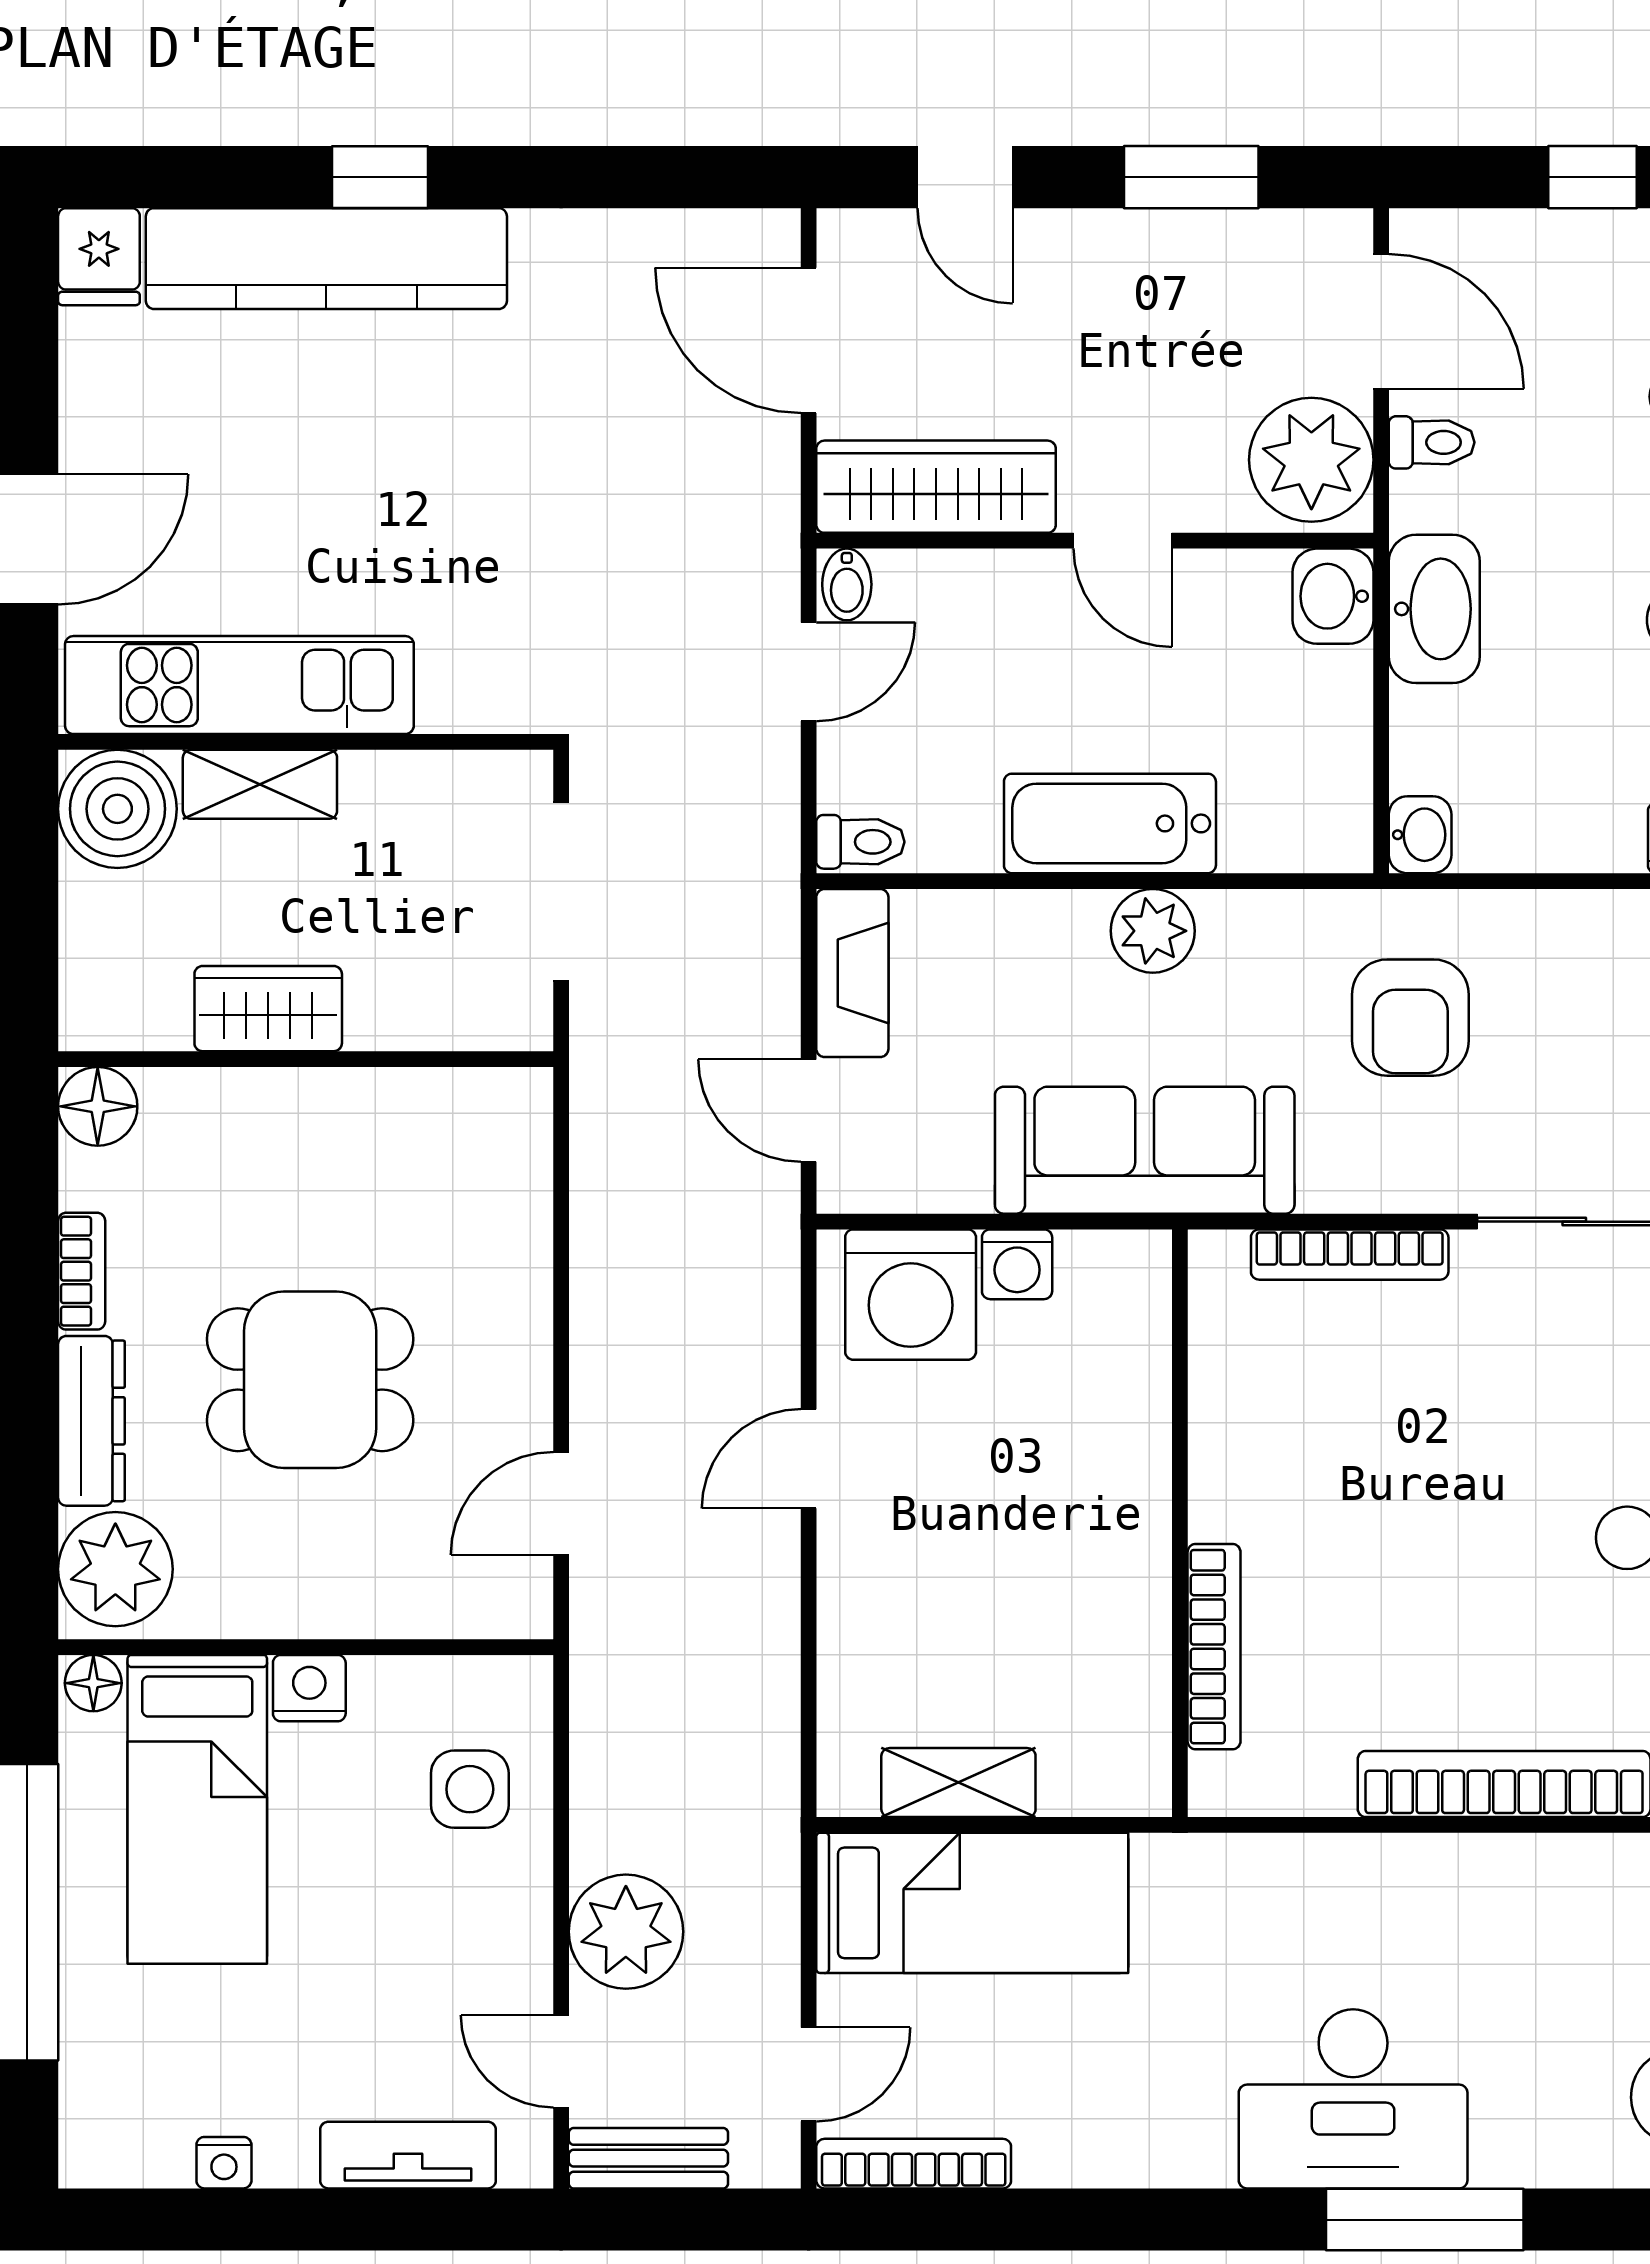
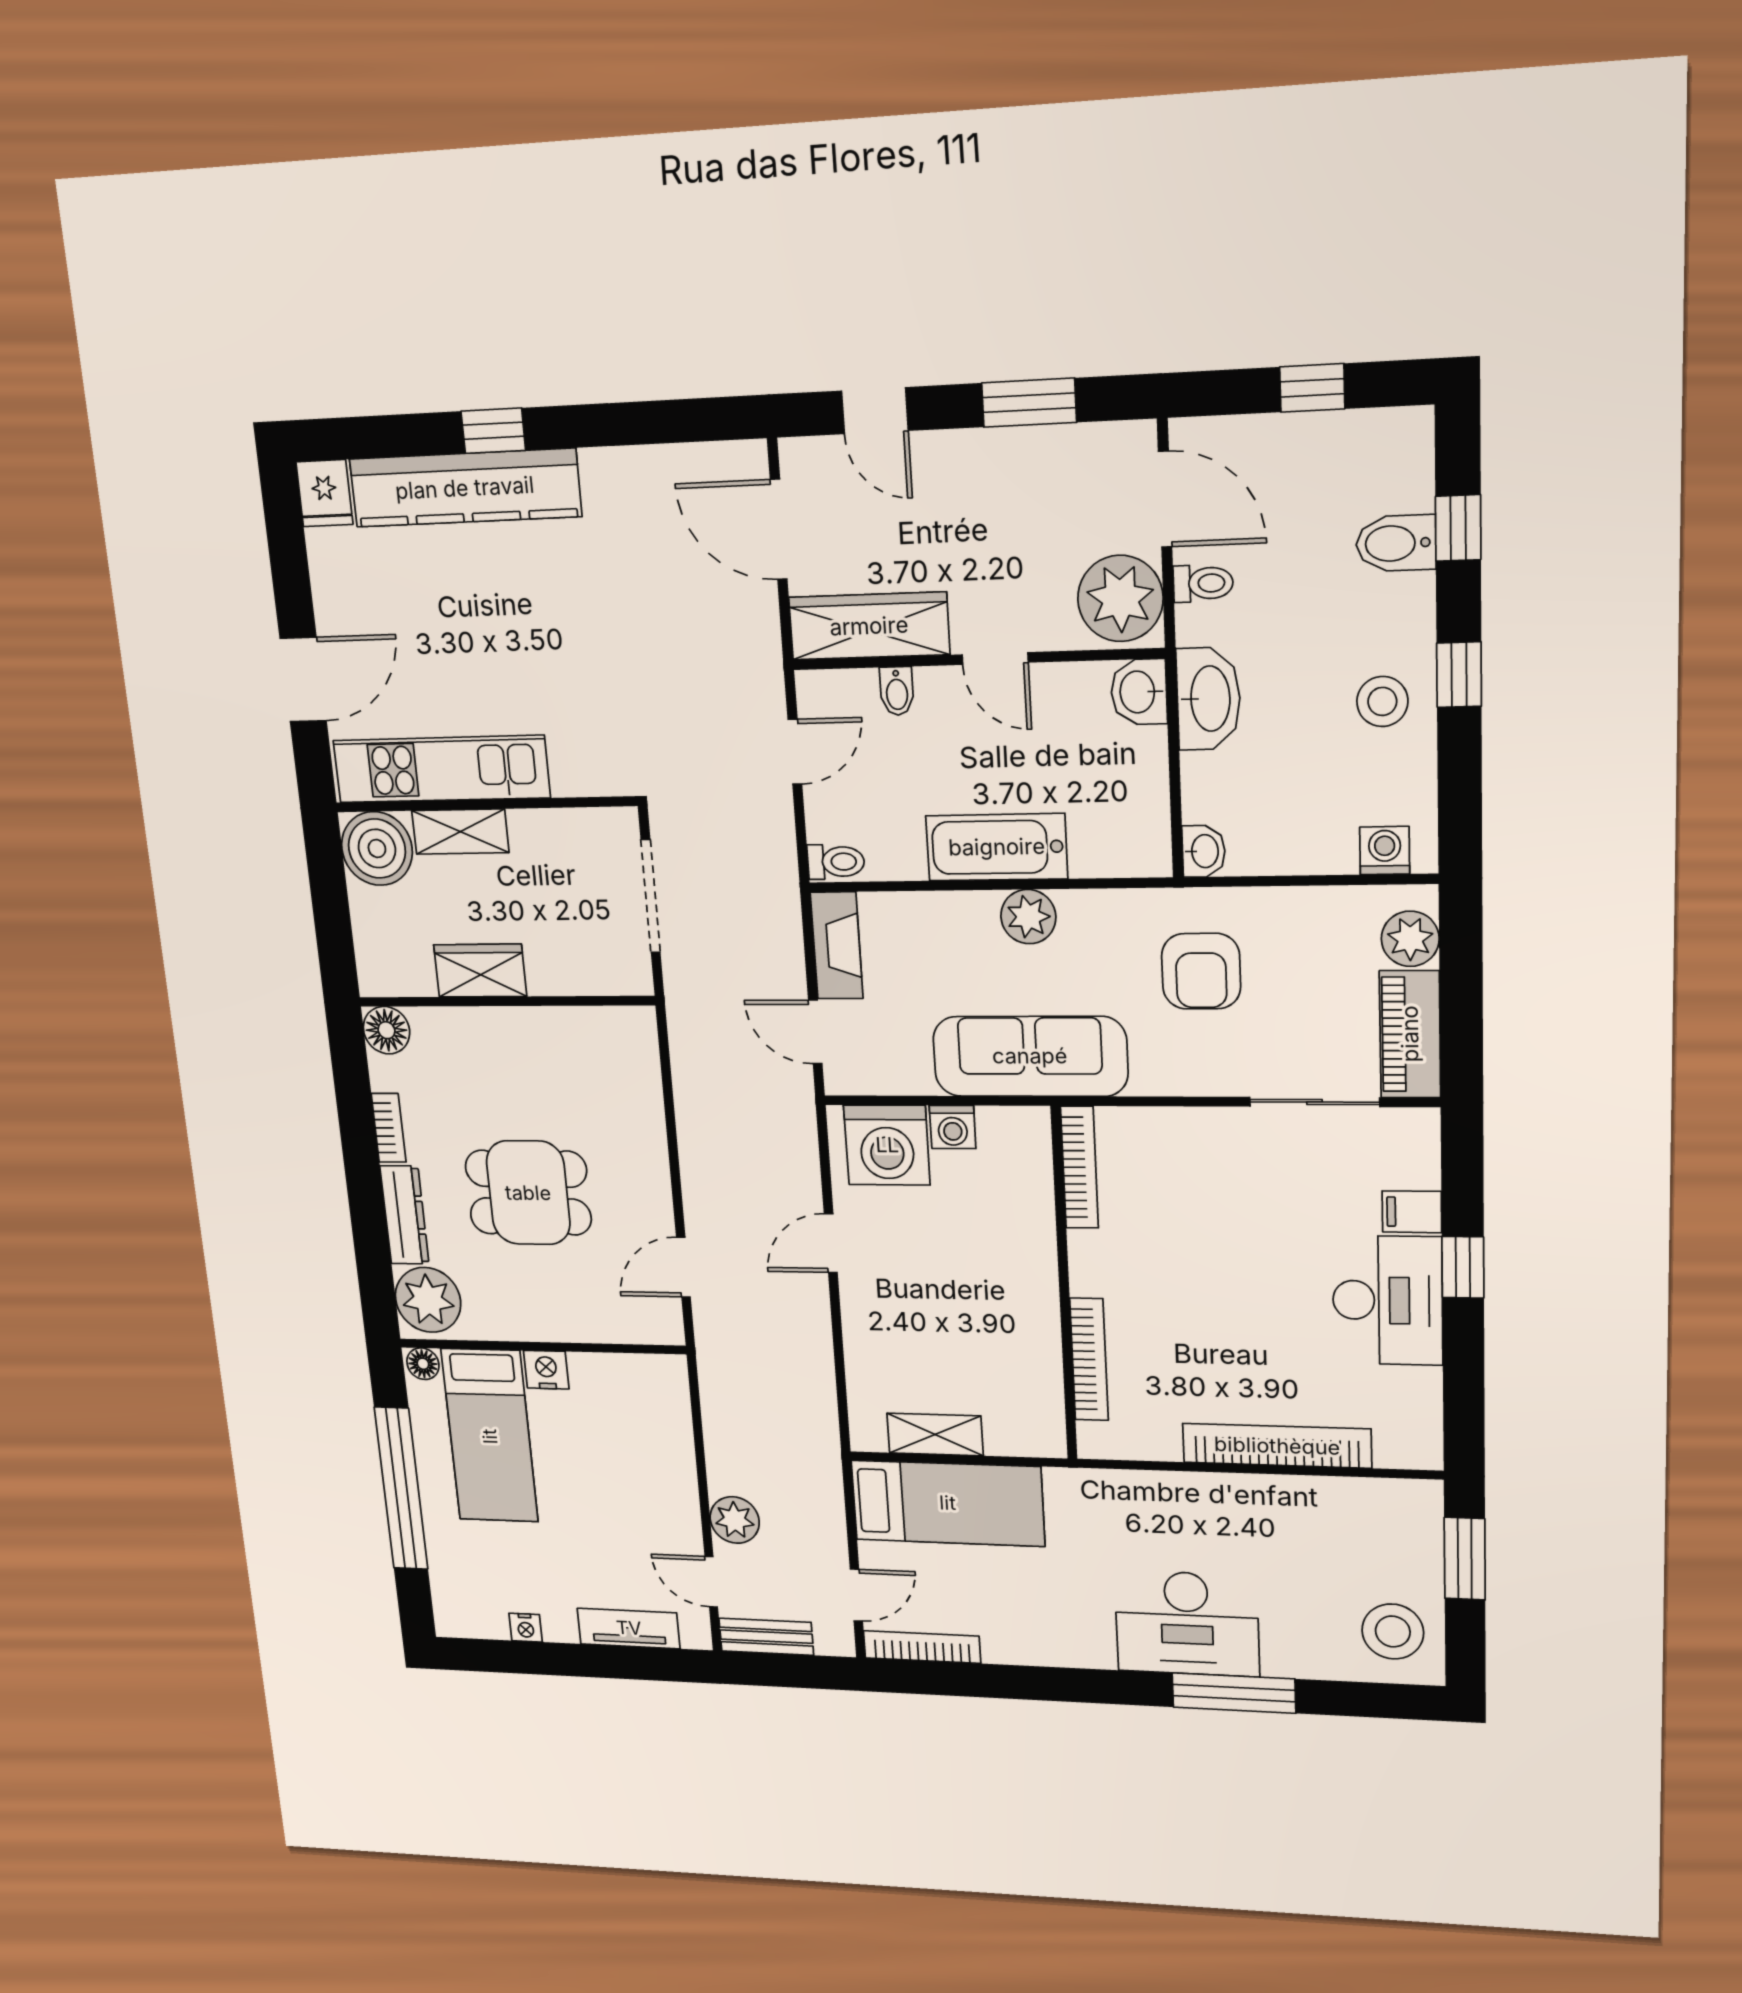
bidet: (847, 584) -> (897, 691), moved
bookcase: (1350, 1255) -> (1079, 1167), moved, turned -90
side table: (470, 1789) -> (645, 1429), removed
plant: (626, 1932) -> (735, 1520), width x0.73, depth x0.73

